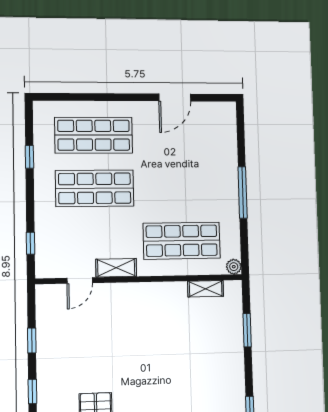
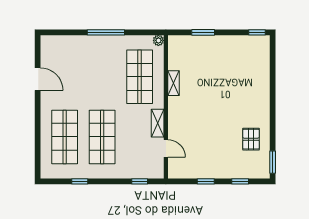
shelving: (206, 289) -> (174, 83), moved

